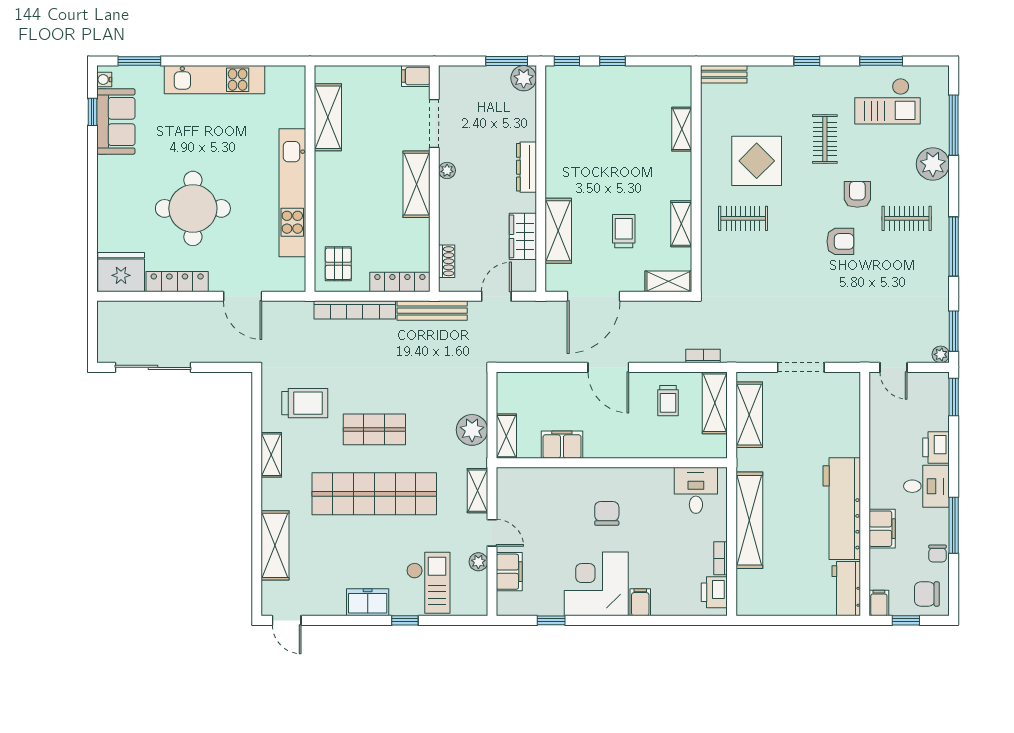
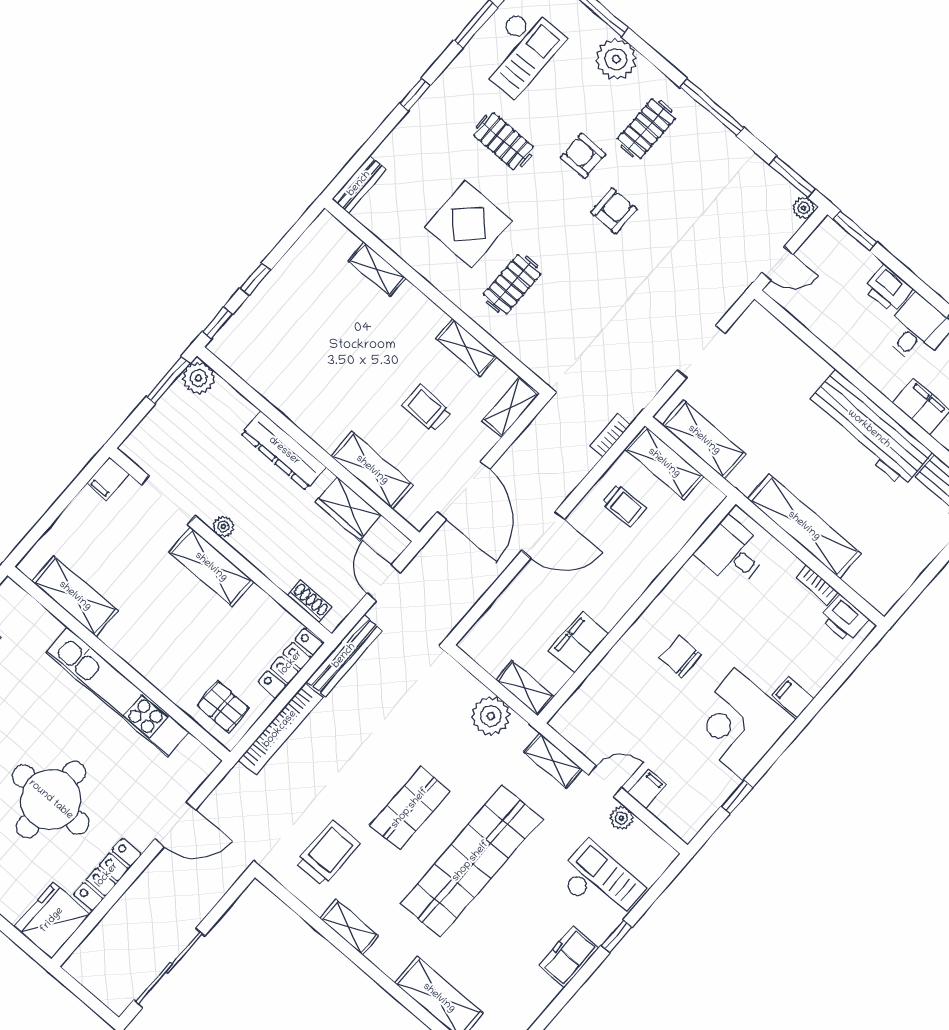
dresser: (526, 167) -> (284, 451), width x1.37, depth x1.24
filing cabinet: (509, 572) -> (647, 789), width x0.50

